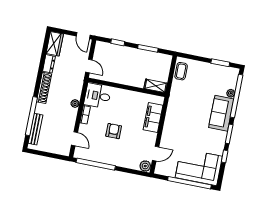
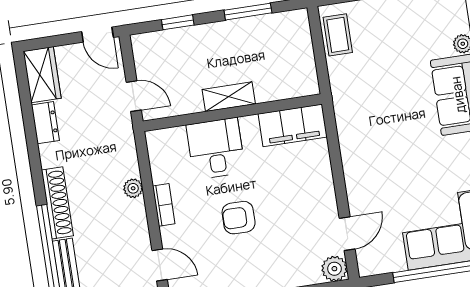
shelving: (156, 86) -> (229, 97), moved
shoe rack: (44, 88) -> (57, 203), moved
desk: (98, 96) -> (216, 149), moved, turned 90
filing cabinet: (153, 117) -> (293, 125), moved, turned -90
armchair: (114, 131) -> (239, 218), turned -90

